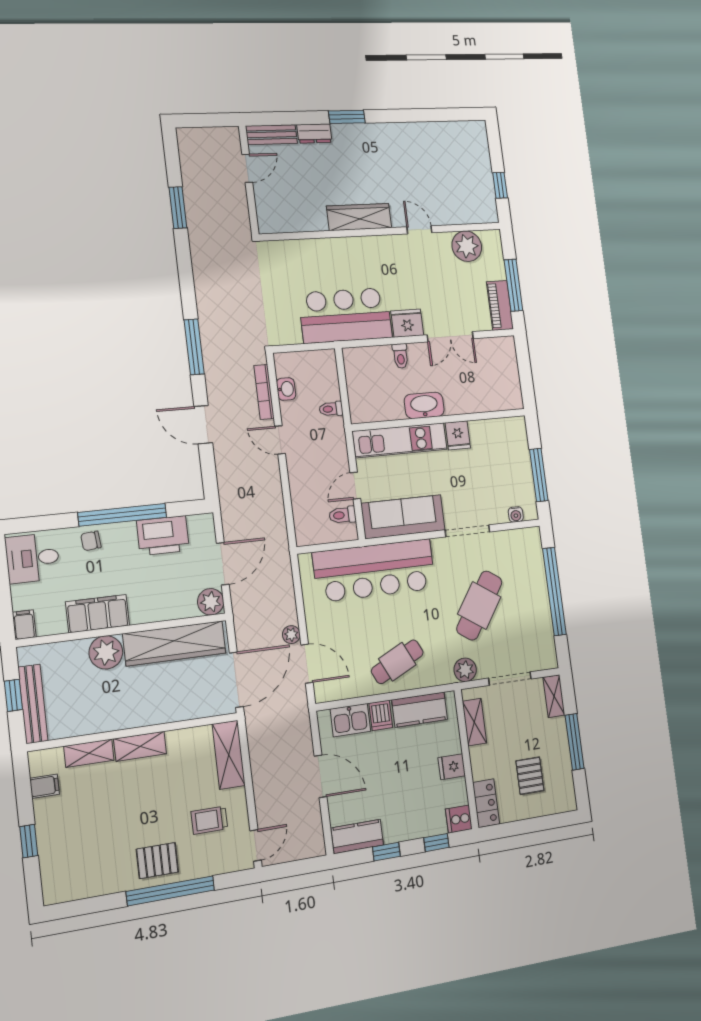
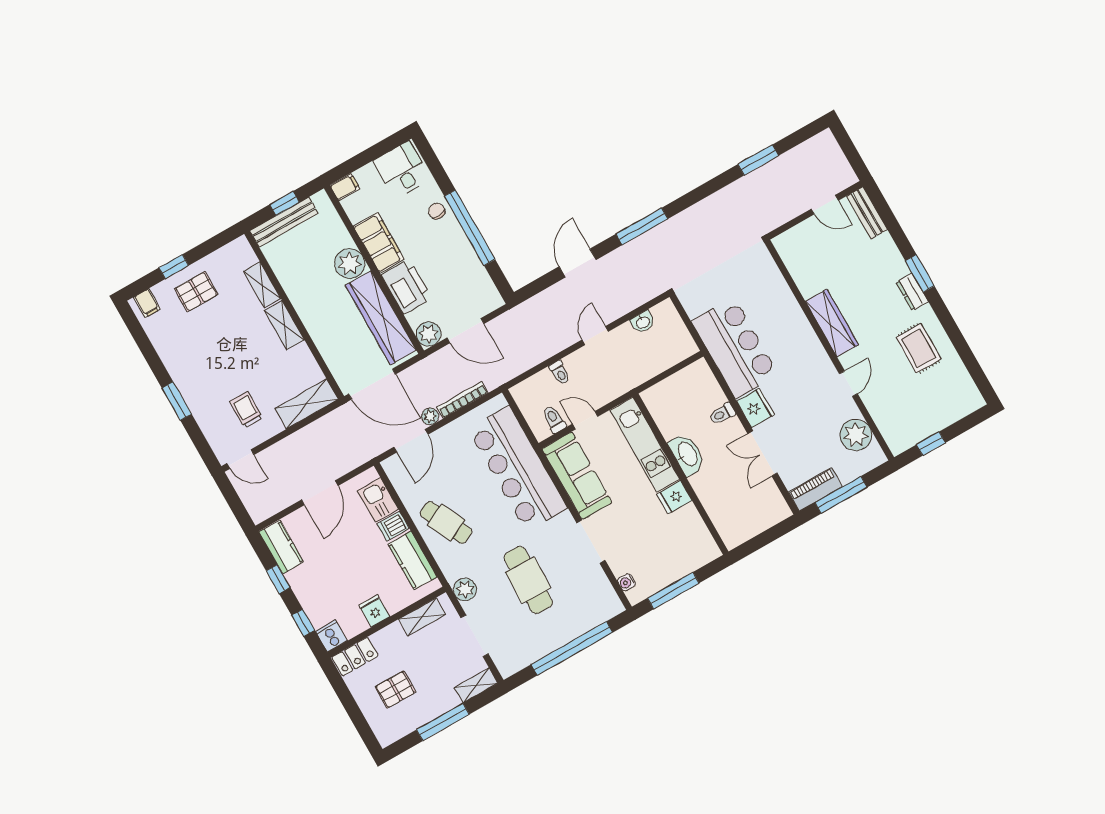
dresser: (314, 133) -> (912, 292), moved
rug: (413, 153) -> (919, 348), added
bookcase: (264, 392) -> (462, 400), moved
toilet: (331, 409) -> (560, 373), moved, turned 180
printer: (163, 536) -> (406, 287), moved, turned 180
cafe table: (479, 605) -> (528, 580), turned 58
filing cabinet: (45, 786) -> (147, 303), moved
pallet: (157, 861) -> (196, 292), moved, turned 90
window: (170, 891) -> (177, 401), width x0.47

